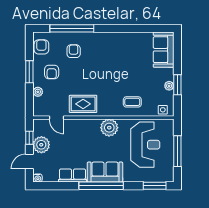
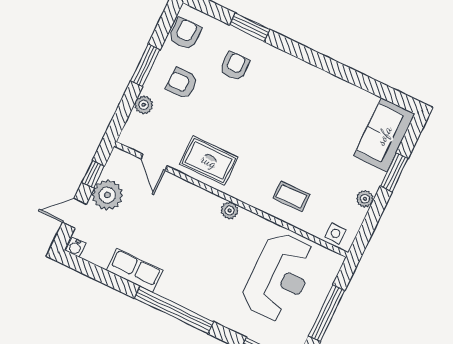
window: (72, 28) -> (250, 27), width x0.47
armchair: (52, 72) -> (182, 83), turned 90
window: (177, 85) -> (394, 172), moved
plant: (109, 128) -> (230, 210), width x0.53, depth x0.53
sofa: (105, 172) -> (191, 290), removed

